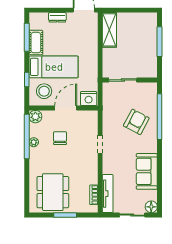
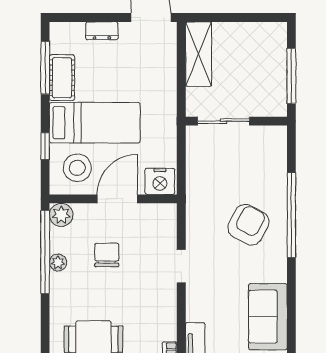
sliding door: (123, 80) -> (224, 121), moved
wall: (130, 80) -> (236, 121), moved

